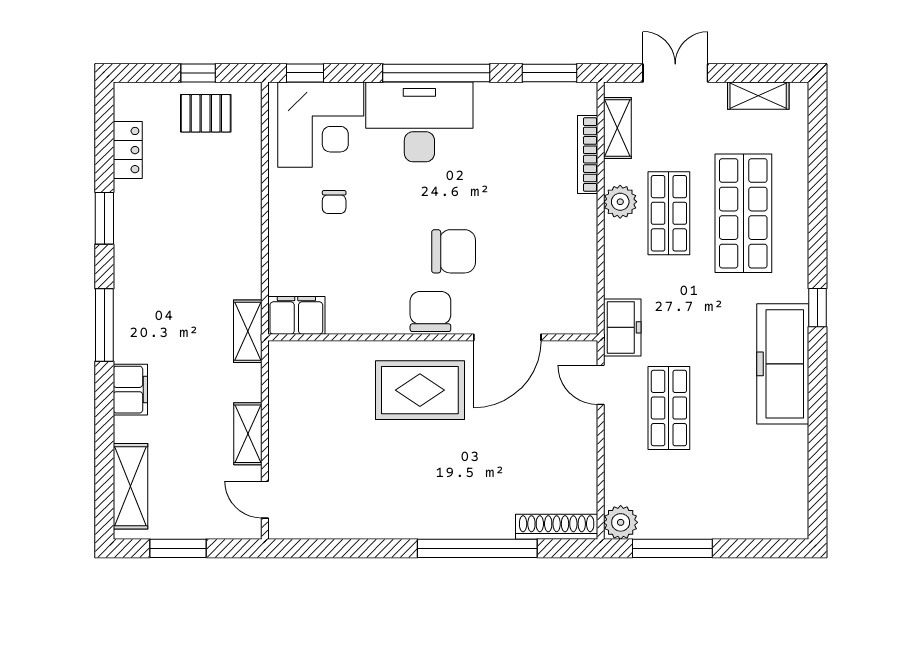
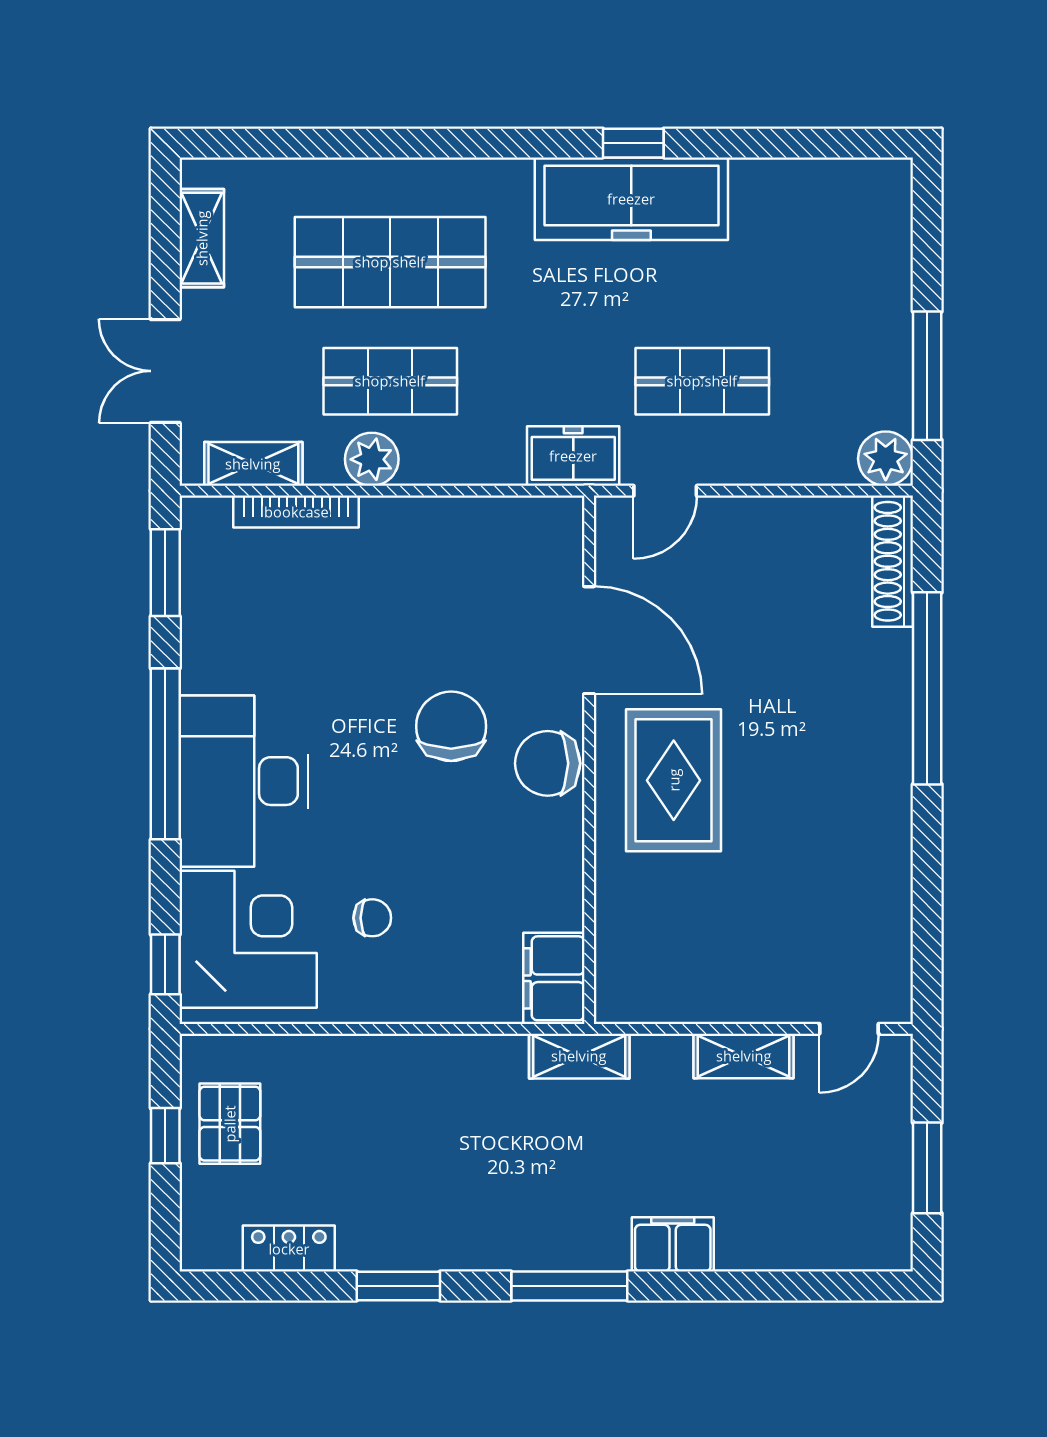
window: (818, 308) -> (633, 143), moved
shelving: (130, 486) -> (828, 1244), removed

